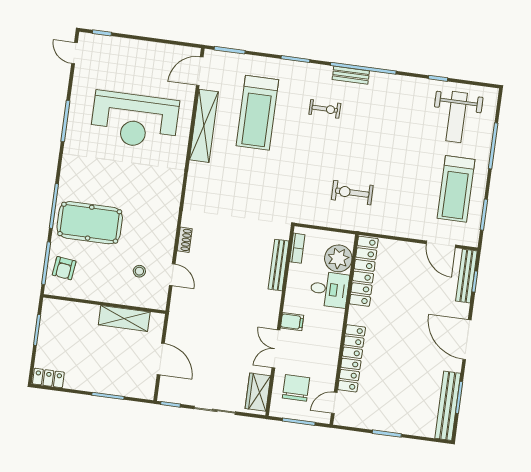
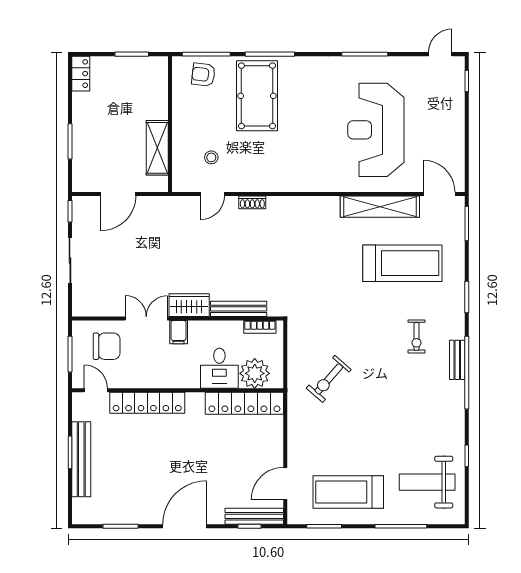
treadmill: (257, 113) -> (402, 263), turned 180
exercise bike: (352, 193) -> (329, 379), turned -139
wardrobe: (258, 392) -> (189, 305), moved
bench: (448, 406) -> (81, 459), moved, turned 90

